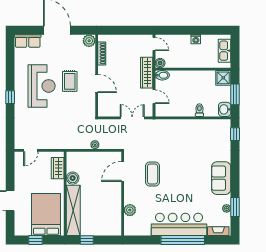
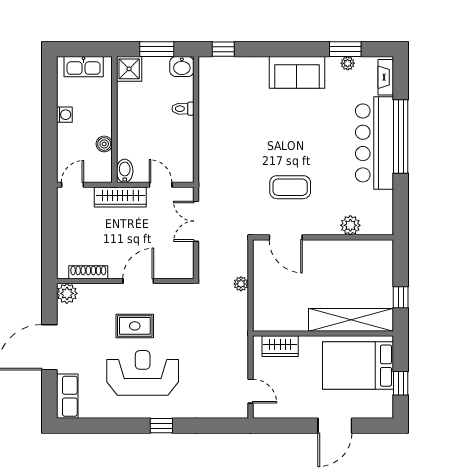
boiler: (160, 63) -> (104, 144), moved
door: (154, 97) -> (161, 185), hinge flipped
boiler: (73, 178) -> (297, 321), removed

